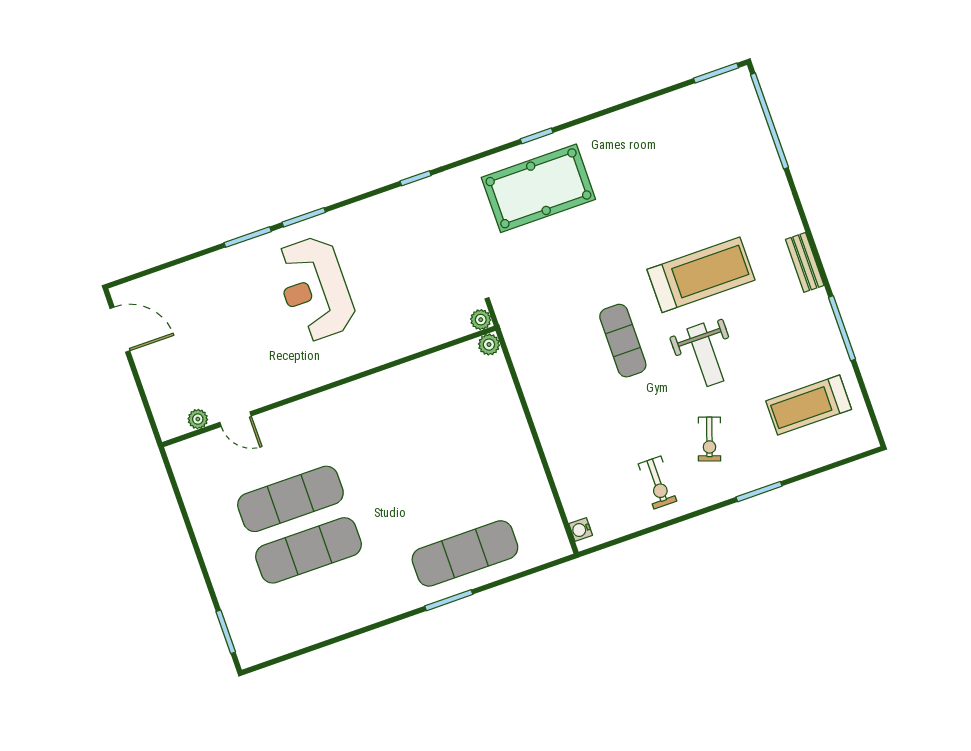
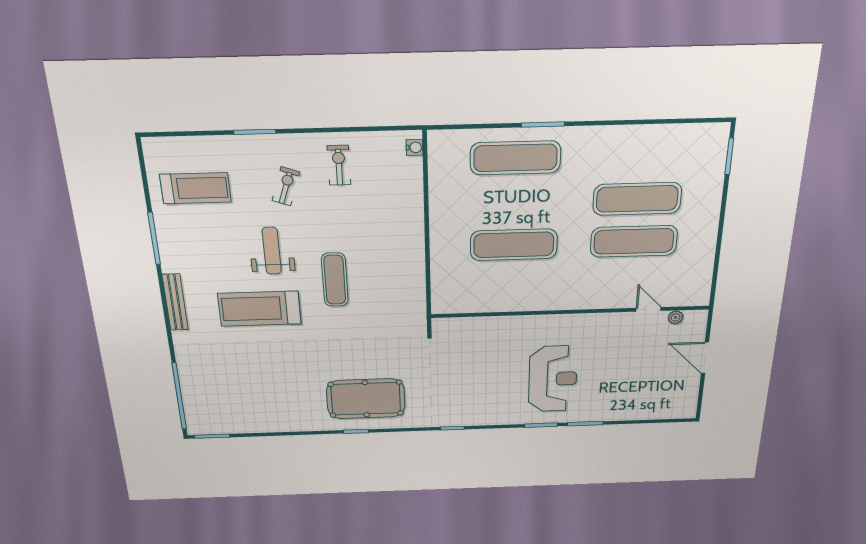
bench: (805, 262) -> (175, 302), width x1.36
plant: (481, 320) -> (439, 325), removed
door: (120, 330) -> (705, 358), moved
plant: (489, 345) -> (439, 306), removed
exercise mat: (429, 450) -> (514, 245), added

